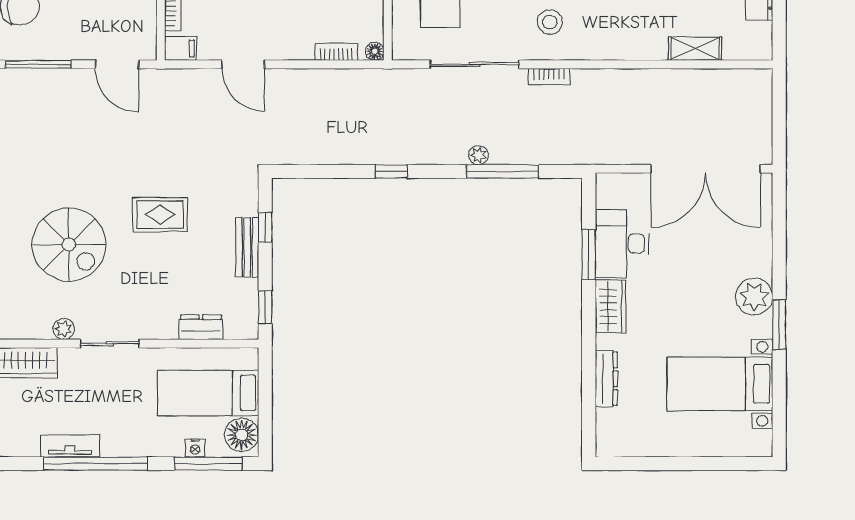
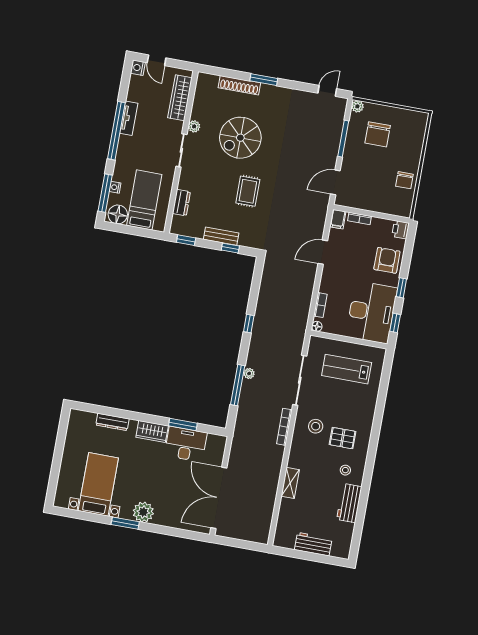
shelving: (695, 49) -> (290, 483), moved
bookcase: (549, 77) -> (284, 427), width x1.56

